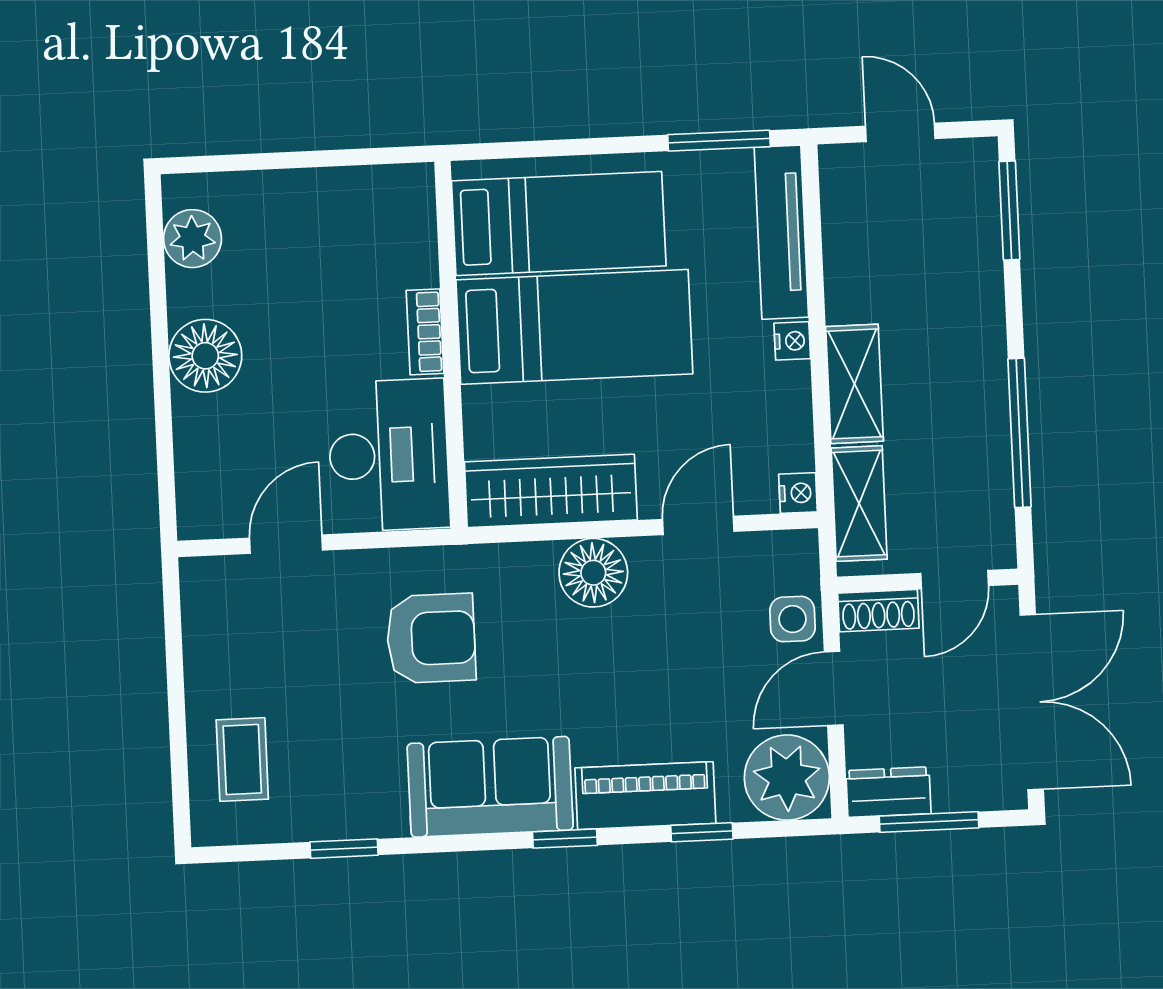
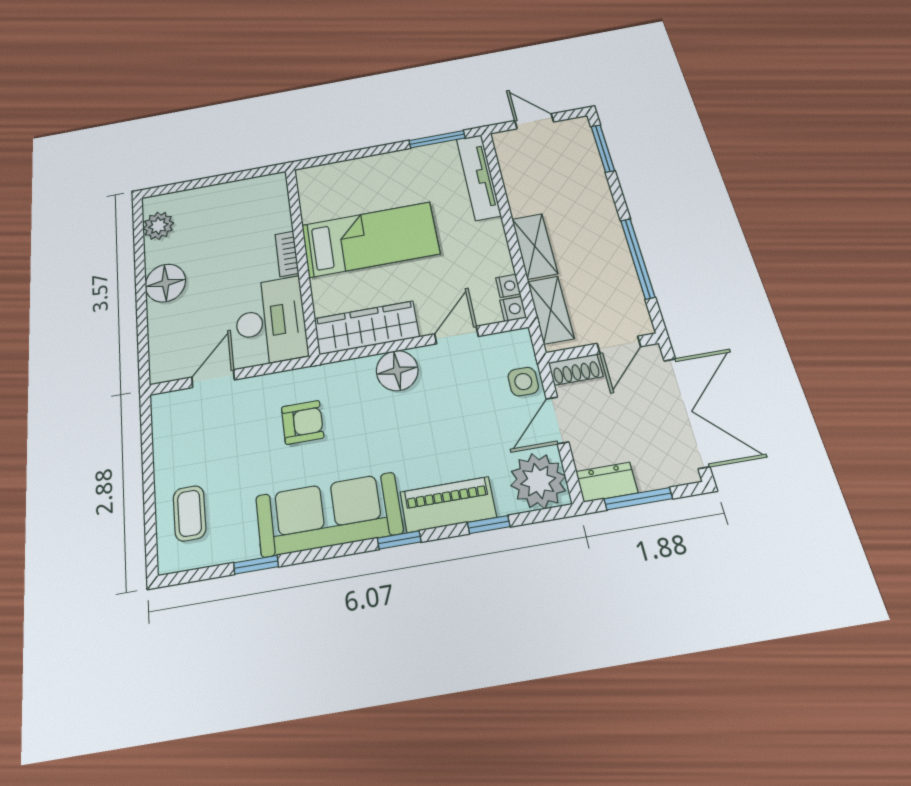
bed: (559, 223) -> (356, 190), removed
nightstand: (792, 341) -> (508, 286), moved
armchair: (431, 638) -> (303, 422), width x0.72, depth x0.72
sofa: (490, 787) -> (329, 514), width x1.36

